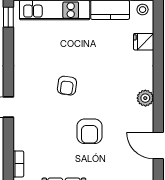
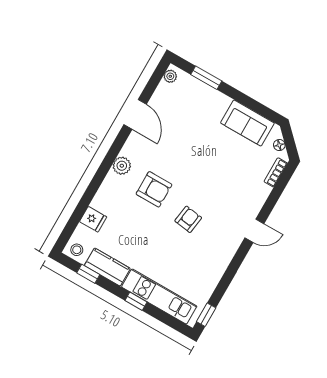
armchair: (89, 131) -> (154, 189), moved, turned 90

